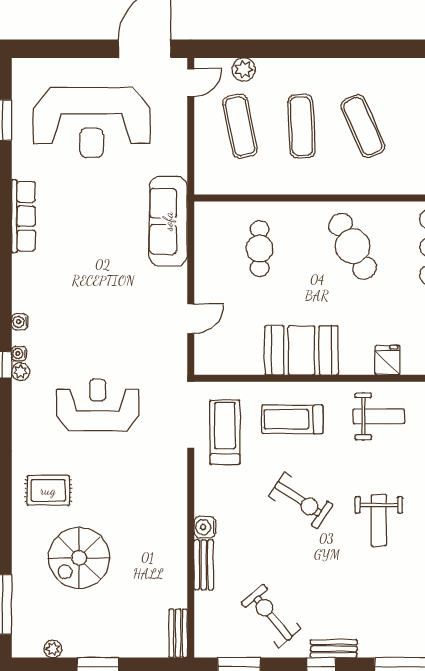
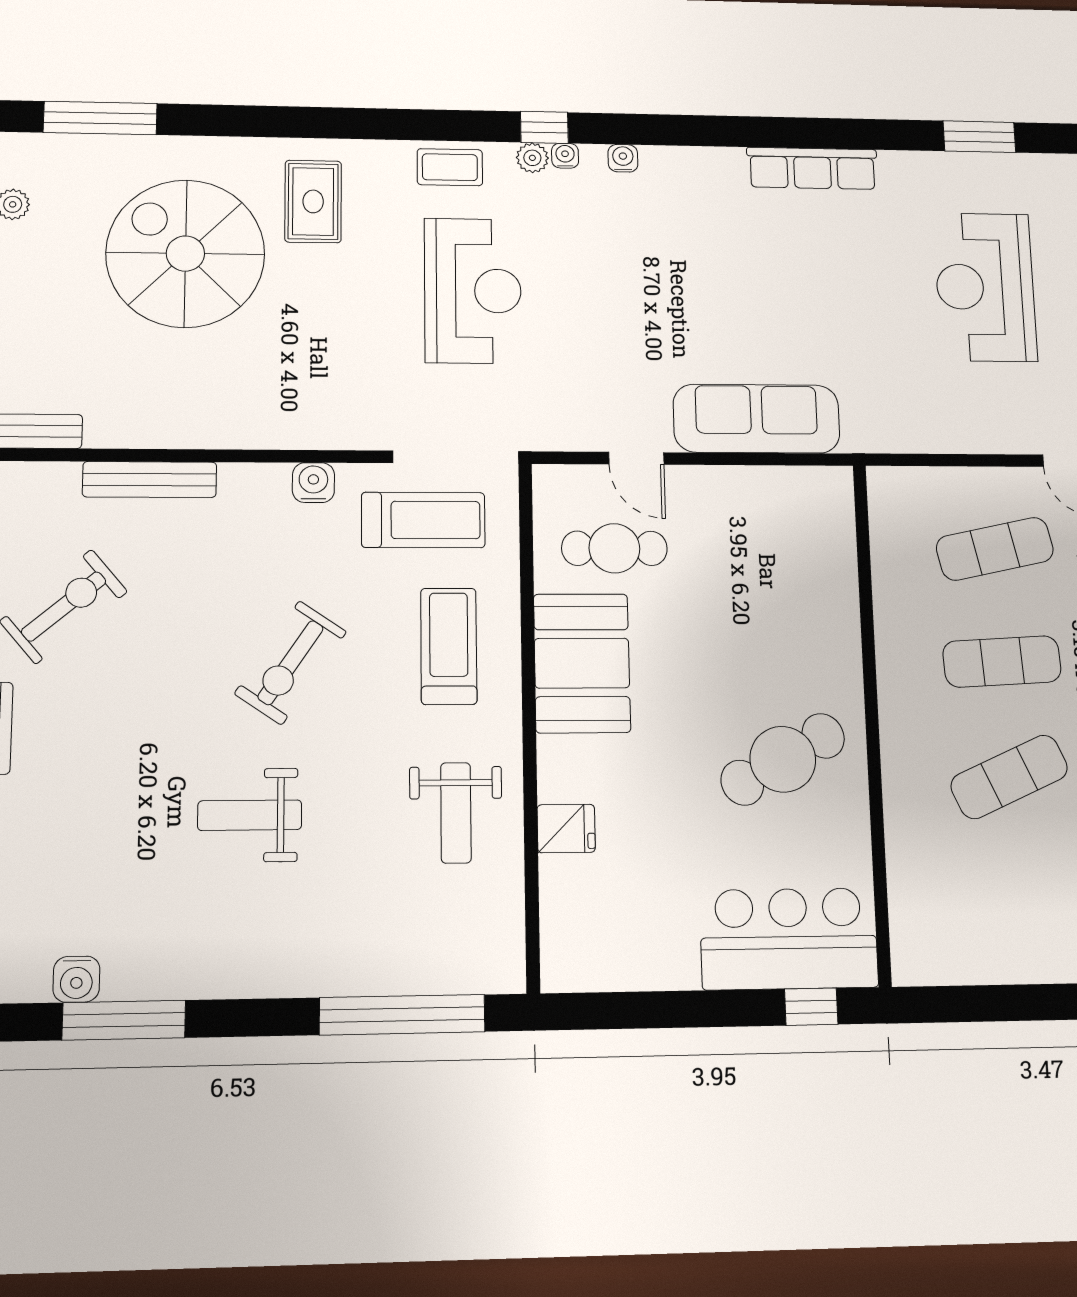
reception desk: (92, 122) -> (985, 287), width x0.74, depth x0.77
sofa: (168, 221) -> (757, 419), moved
cafe table: (260, 249) -> (614, 548), moved
coffee table: (27, 417) -> (450, 167), added
water cooler: (205, 527) -> (313, 483), moved
spiral stairs: (79, 558) -> (185, 254), width x1.37, depth x1.37
bench: (204, 565) -> (150, 479), width x1.36

